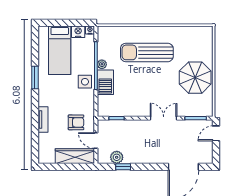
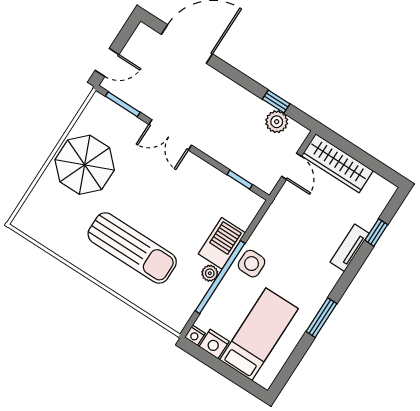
armchair: (76, 122) -> (304, 212), removed
window: (35, 135) -> (376, 232), added

